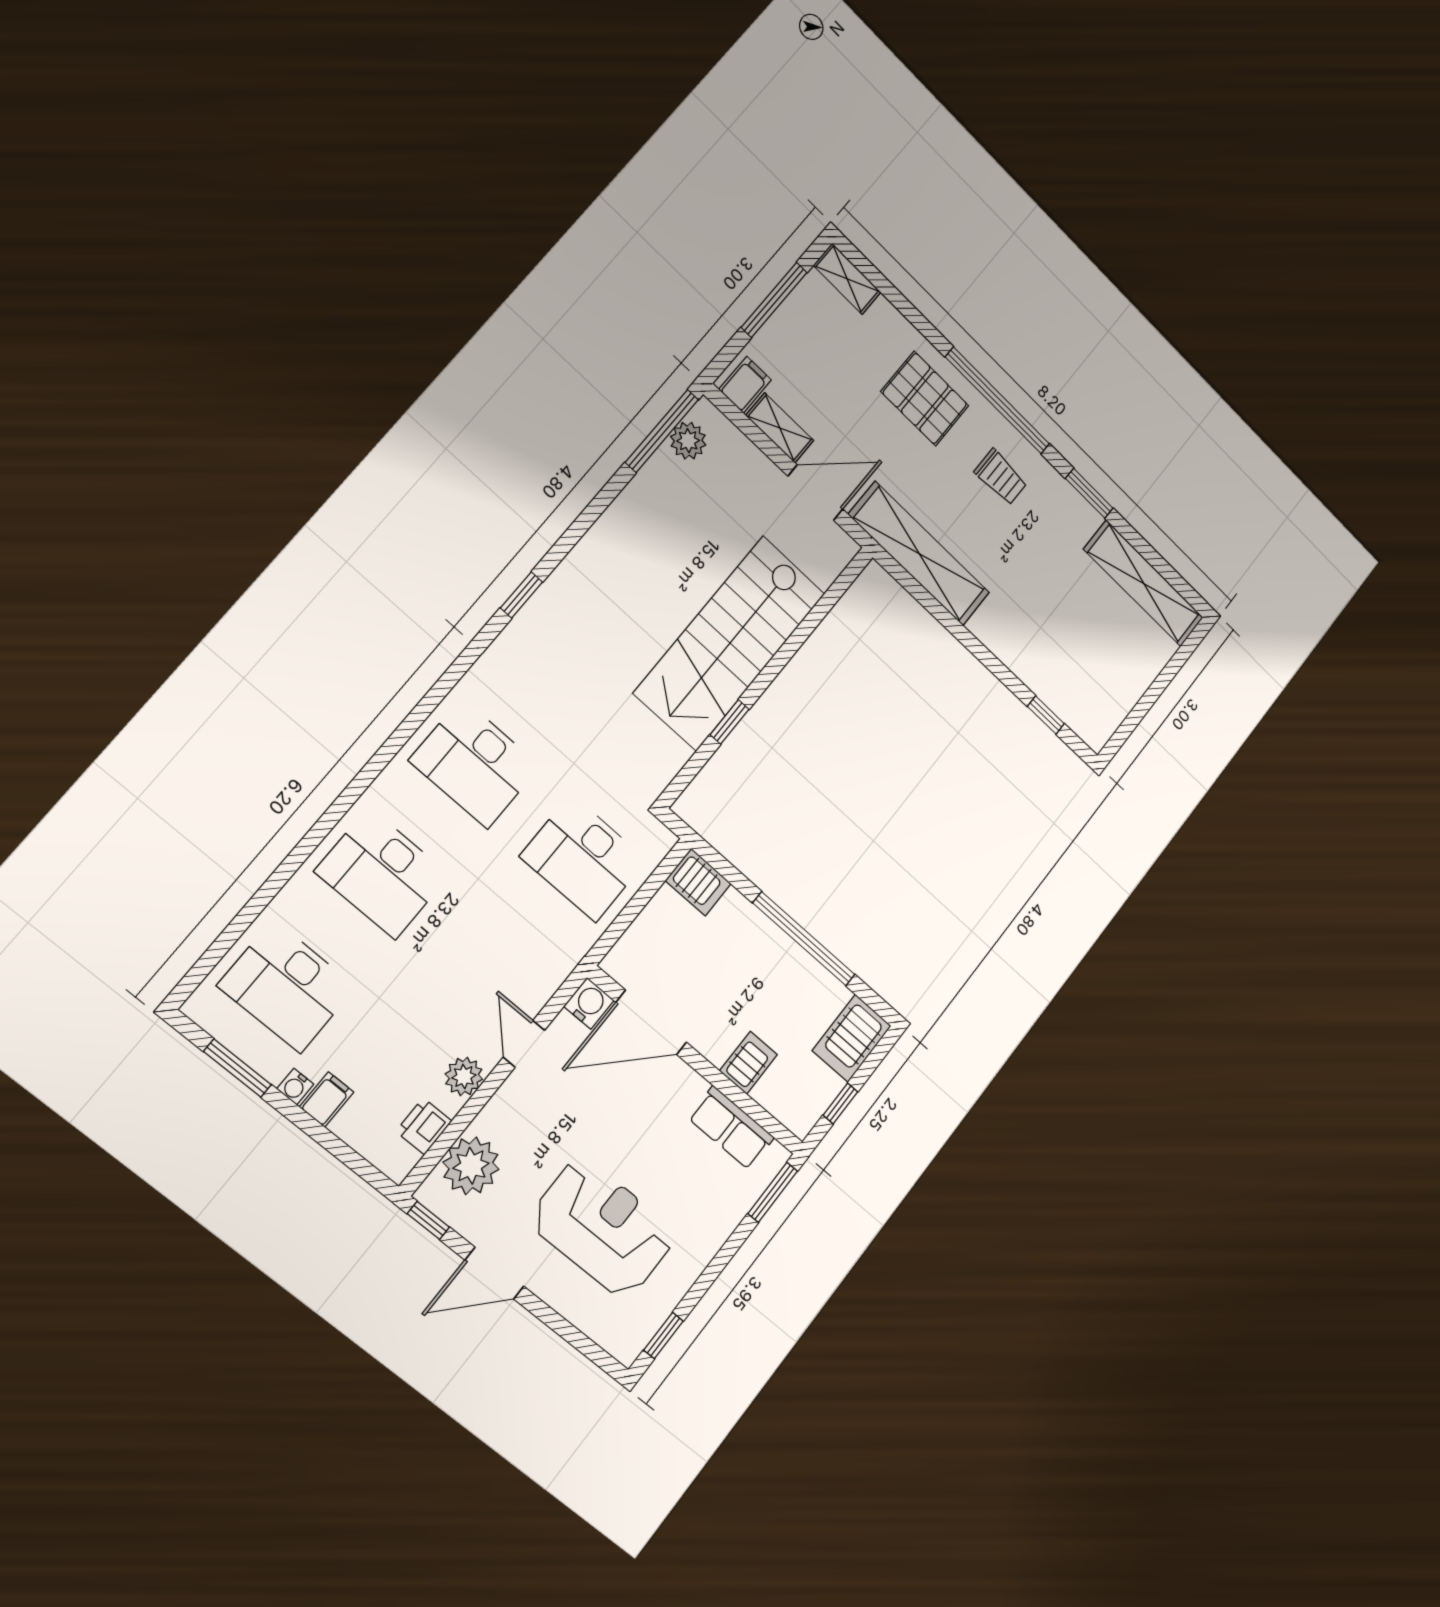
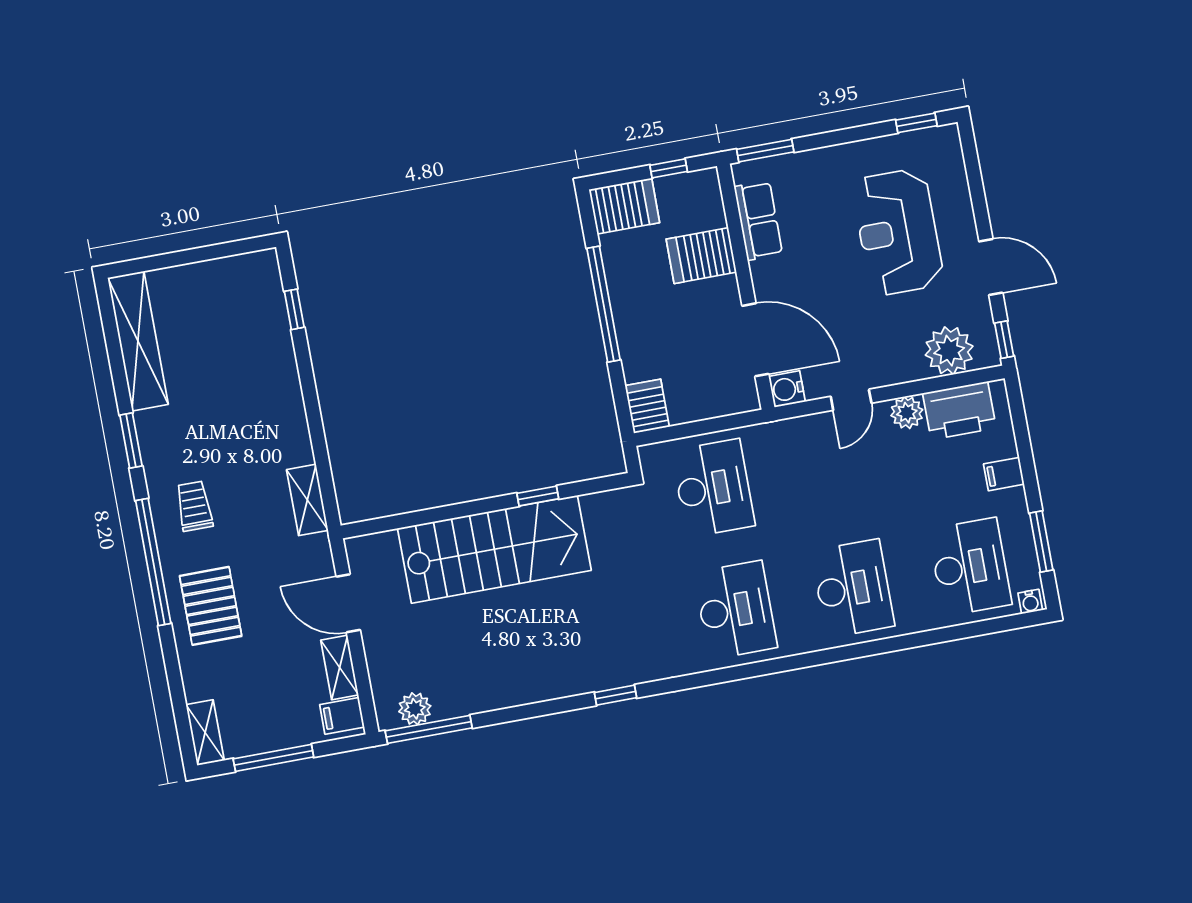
shelving: (919, 554) -> (307, 500), width x0.45, depth x0.75
server rack: (748, 1063) -> (701, 256), width x1.36, depth x1.44
water cooler: (295, 1087) -> (1030, 602), moved, turned 90
printer: (424, 1126) -> (959, 411), width x1.87, depth x1.48

